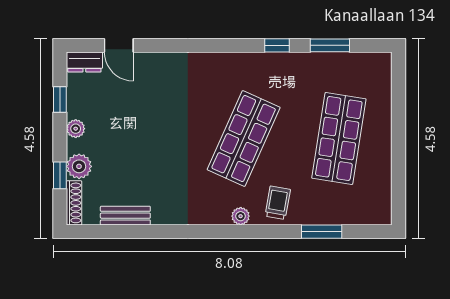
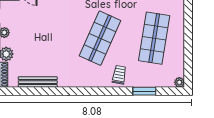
bench: (125, 216) -> (38, 82), width x1.36
plant: (241, 216) -> (179, 82), moved

